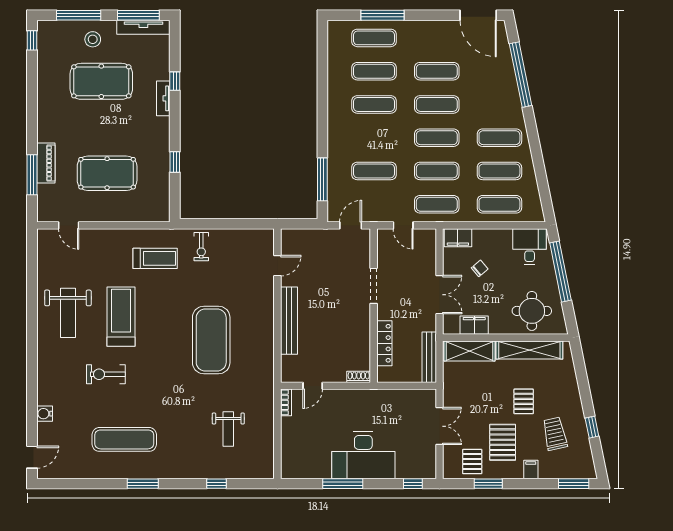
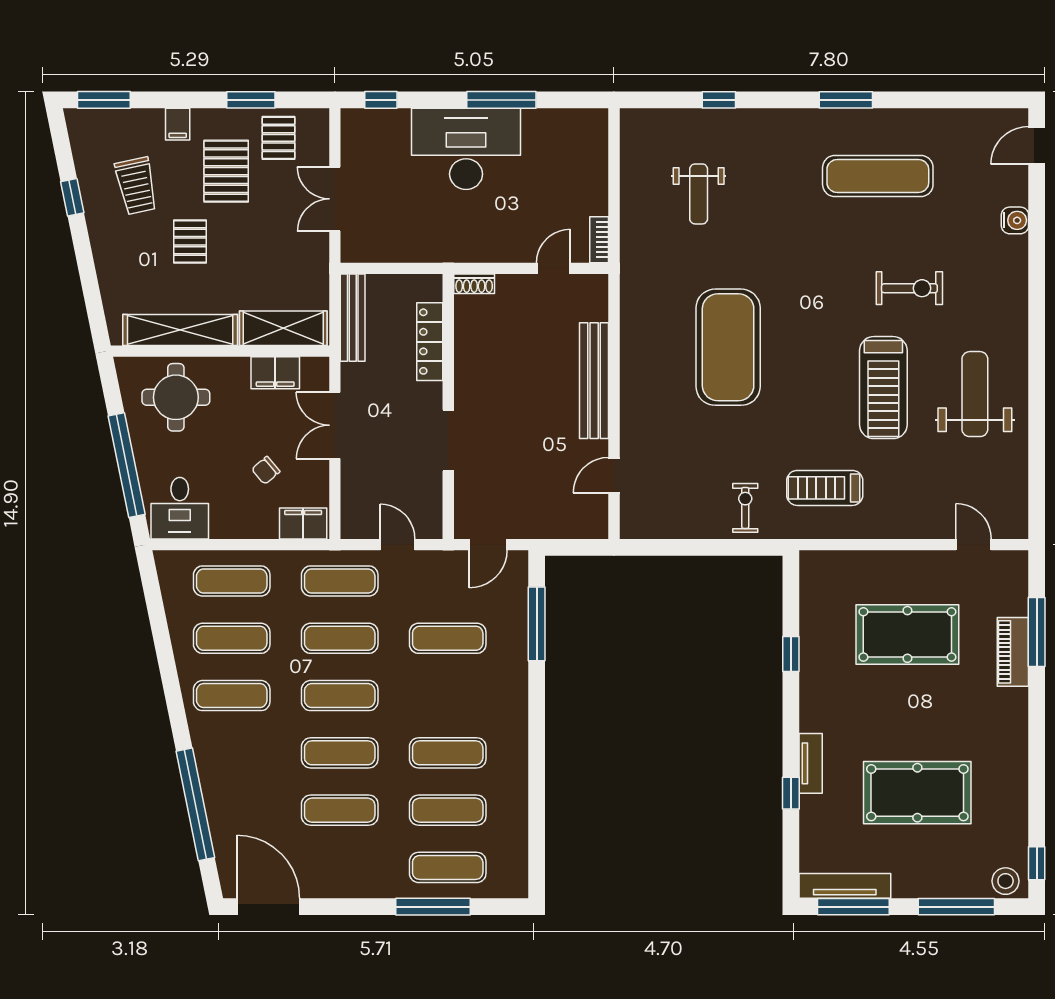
stool: (93, 39) -> (1006, 881), moved
weight bench: (228, 429) -> (699, 194), turned 180

